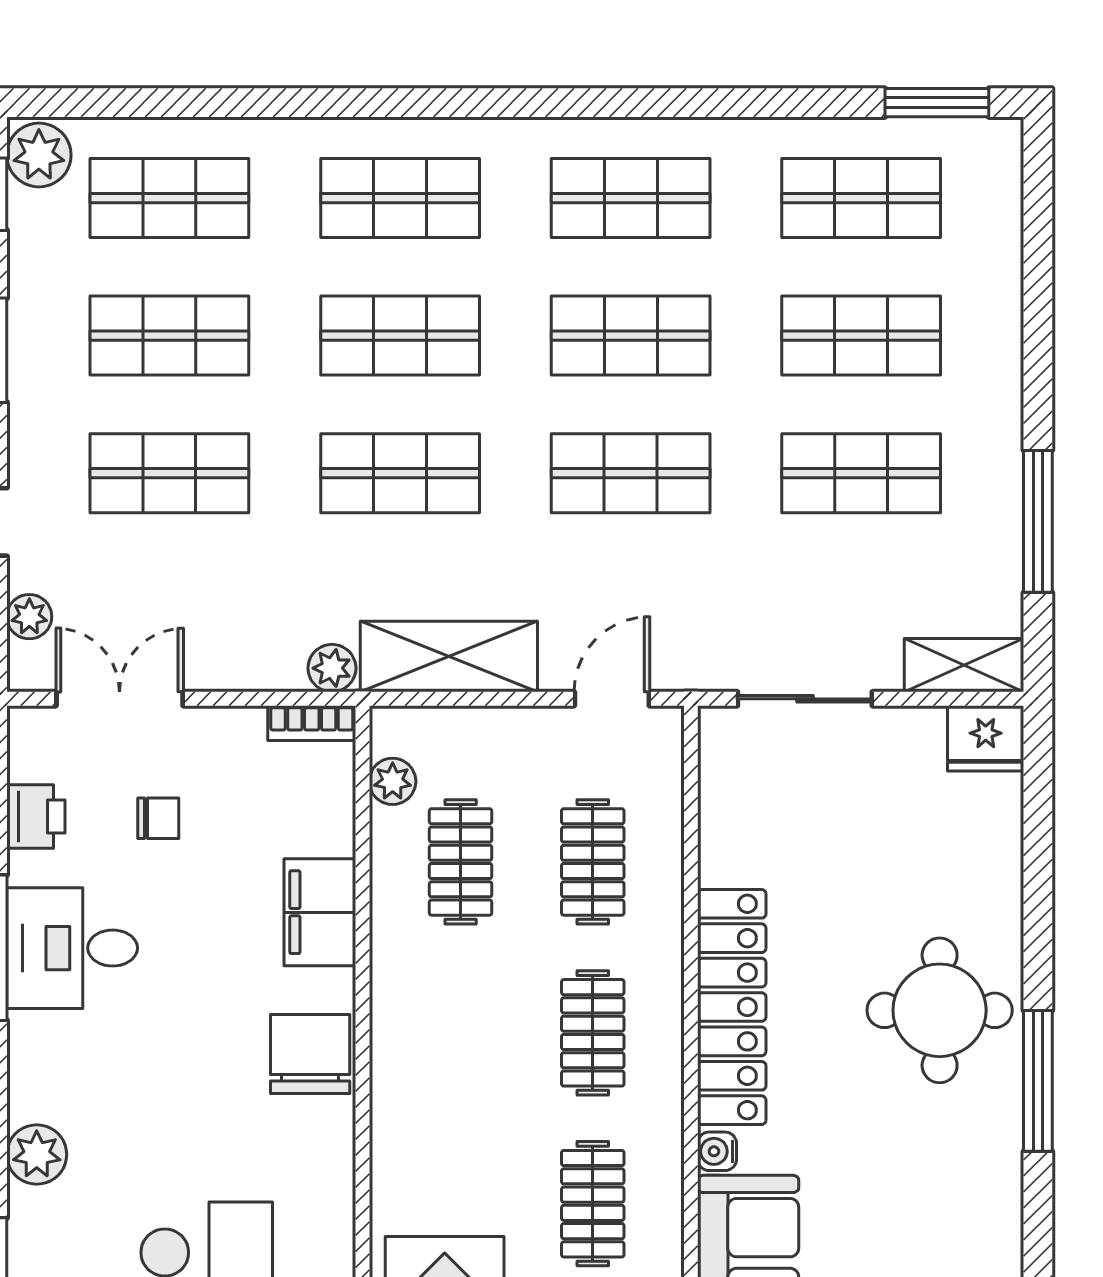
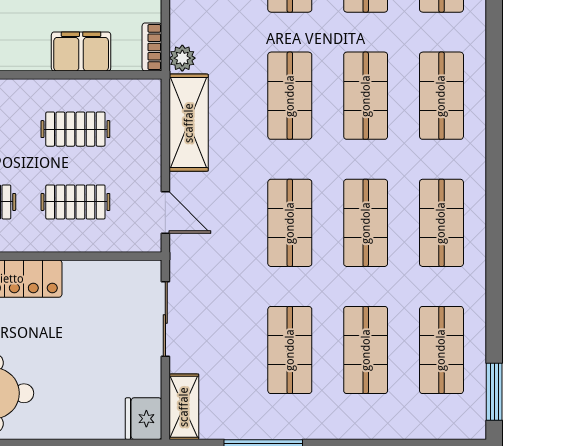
plant: (393, 781) -> (120, 92), removed
filing cabinet: (320, 912) -> (81, 52), moved

